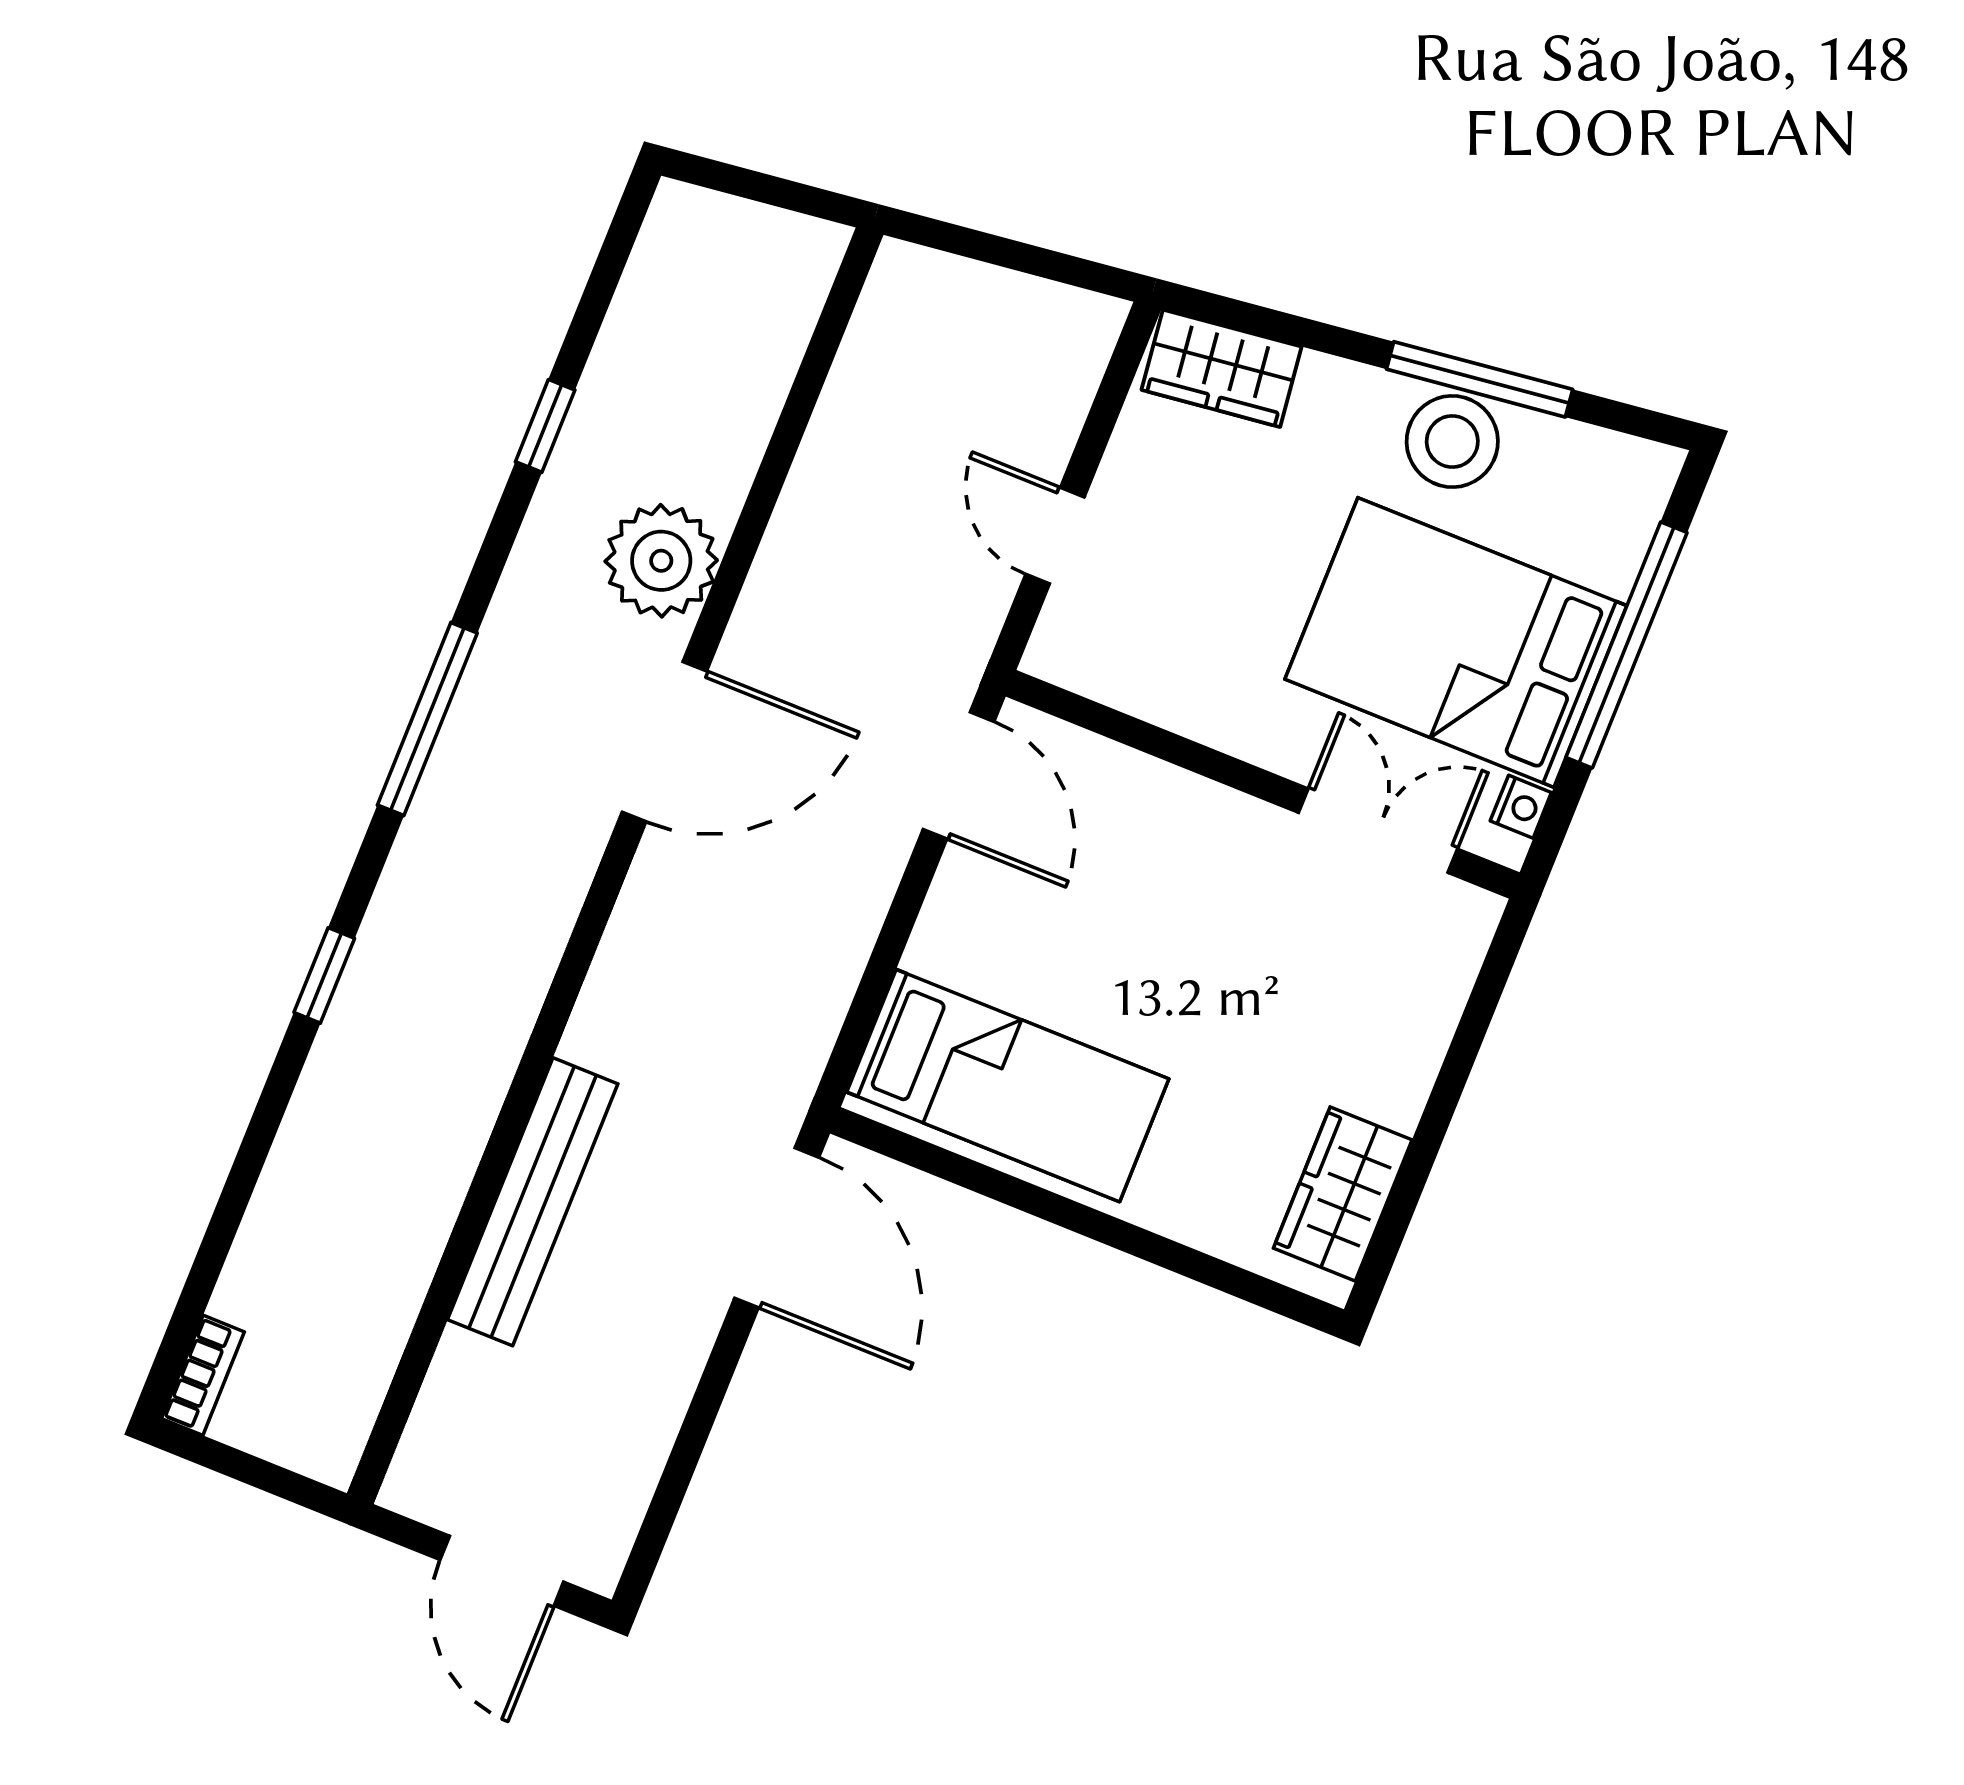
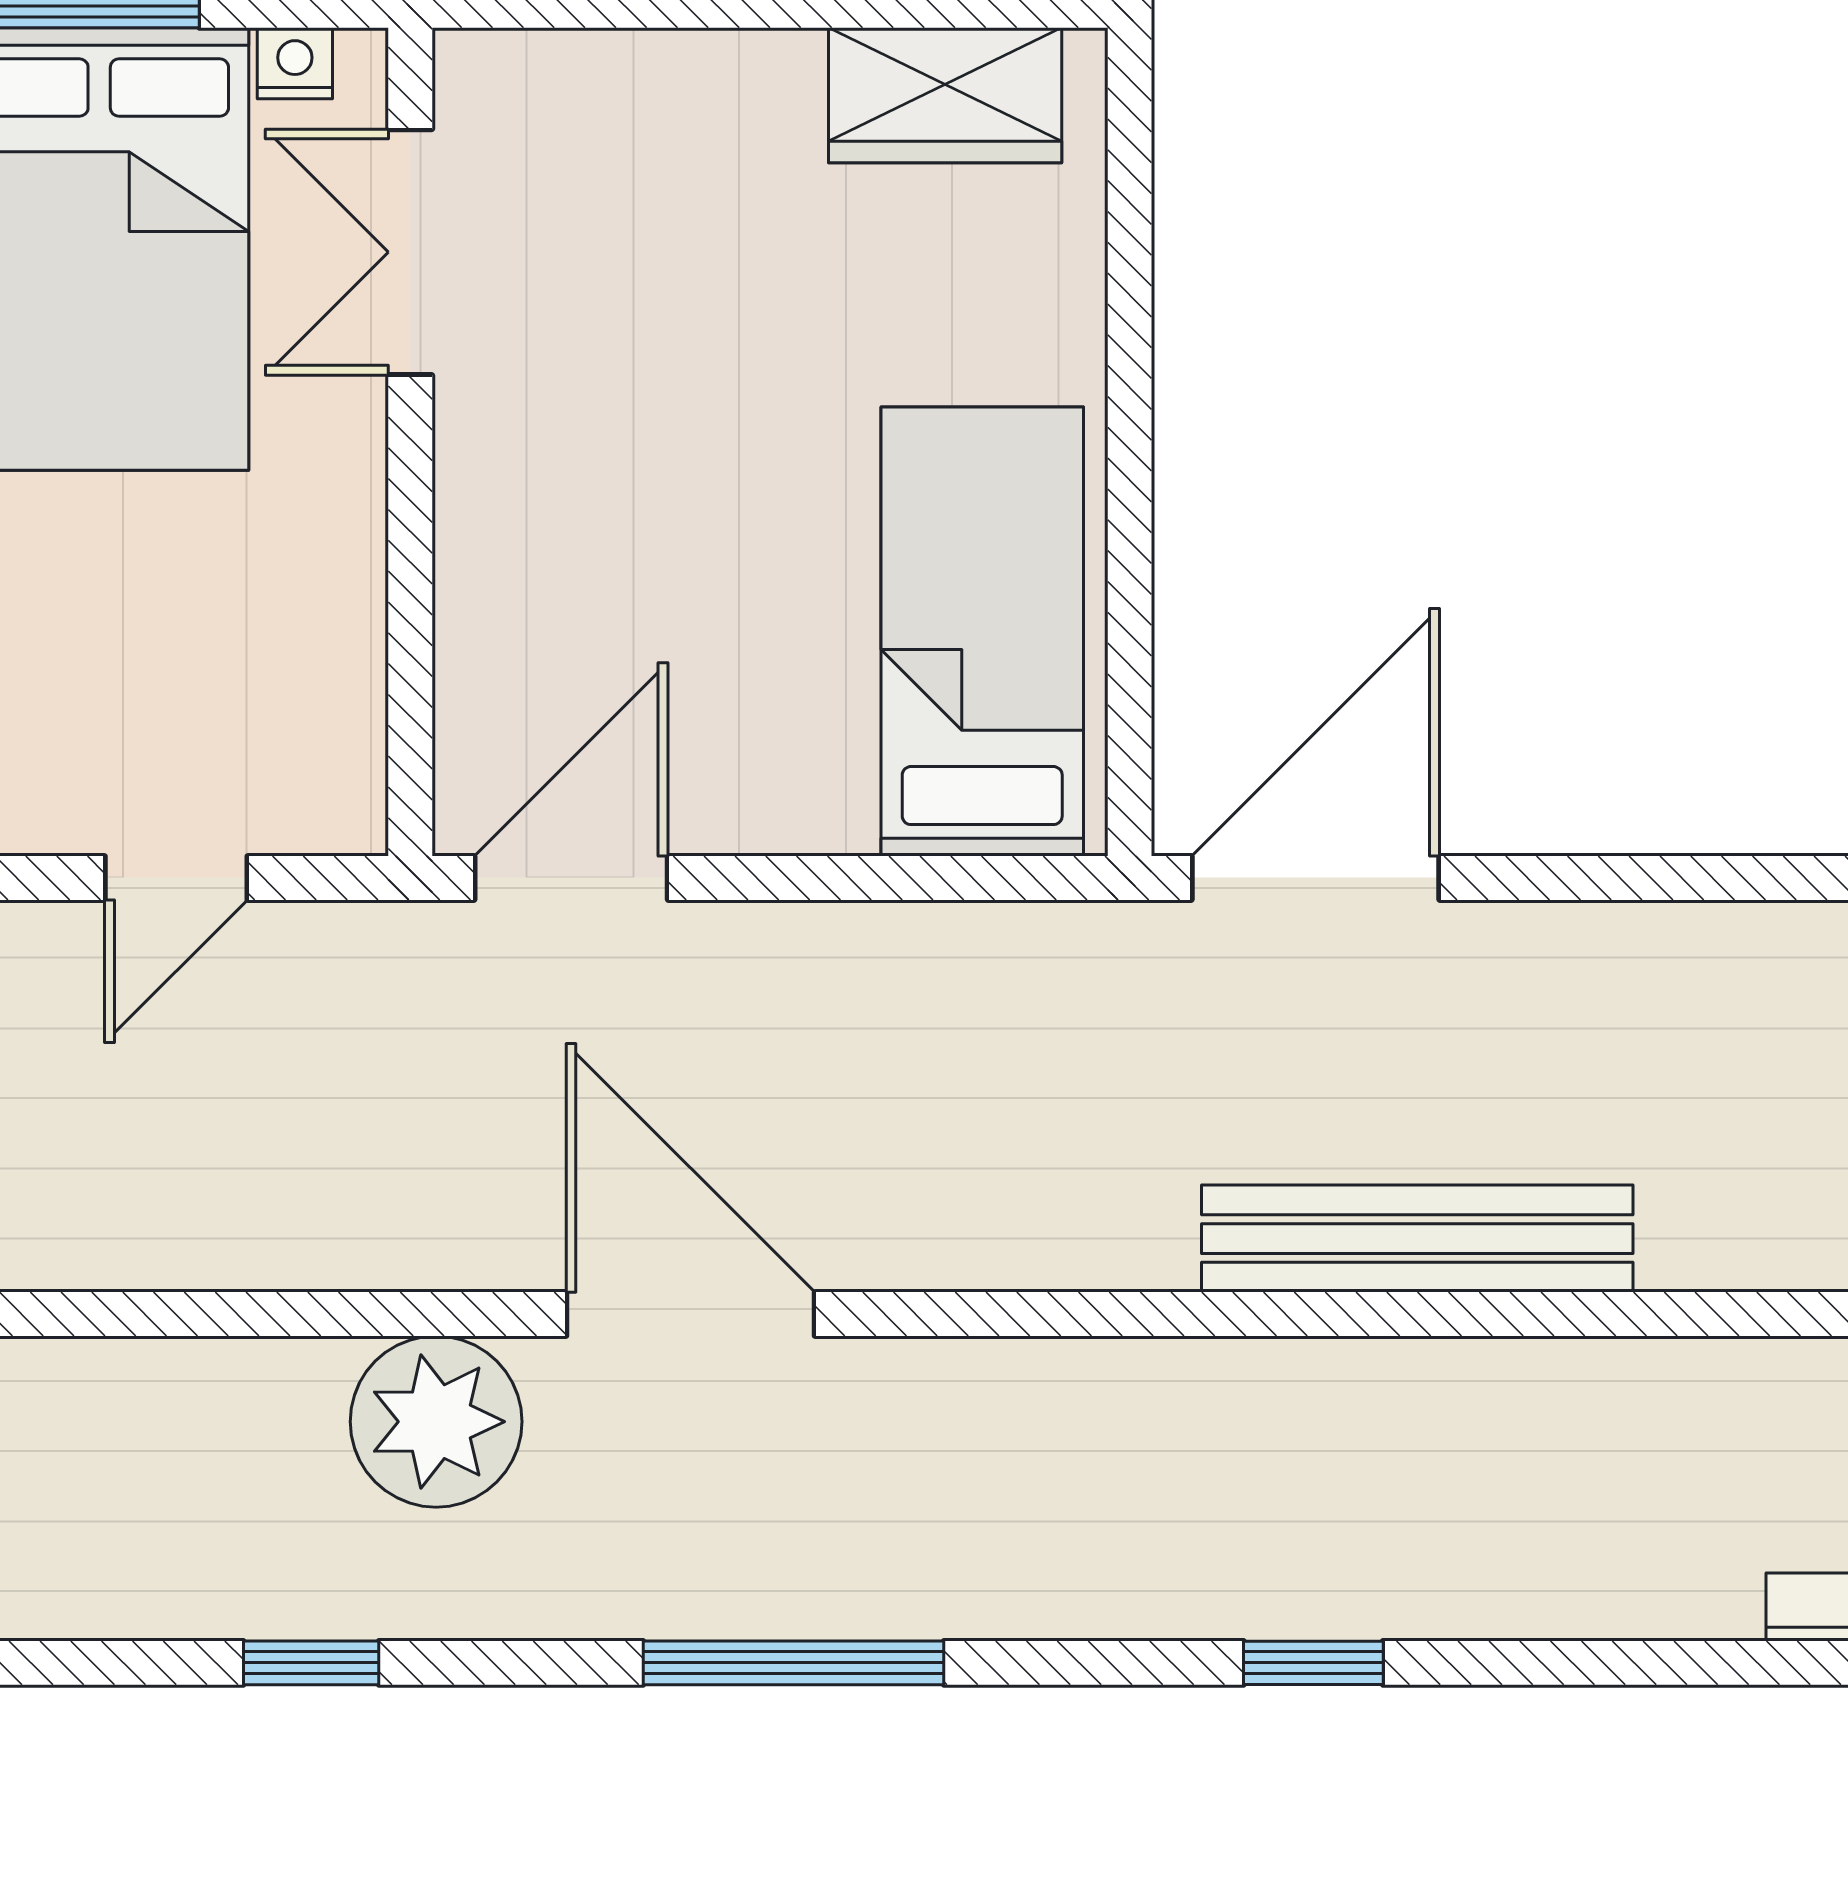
window: (324, 975) -> (1313, 1663), moved

